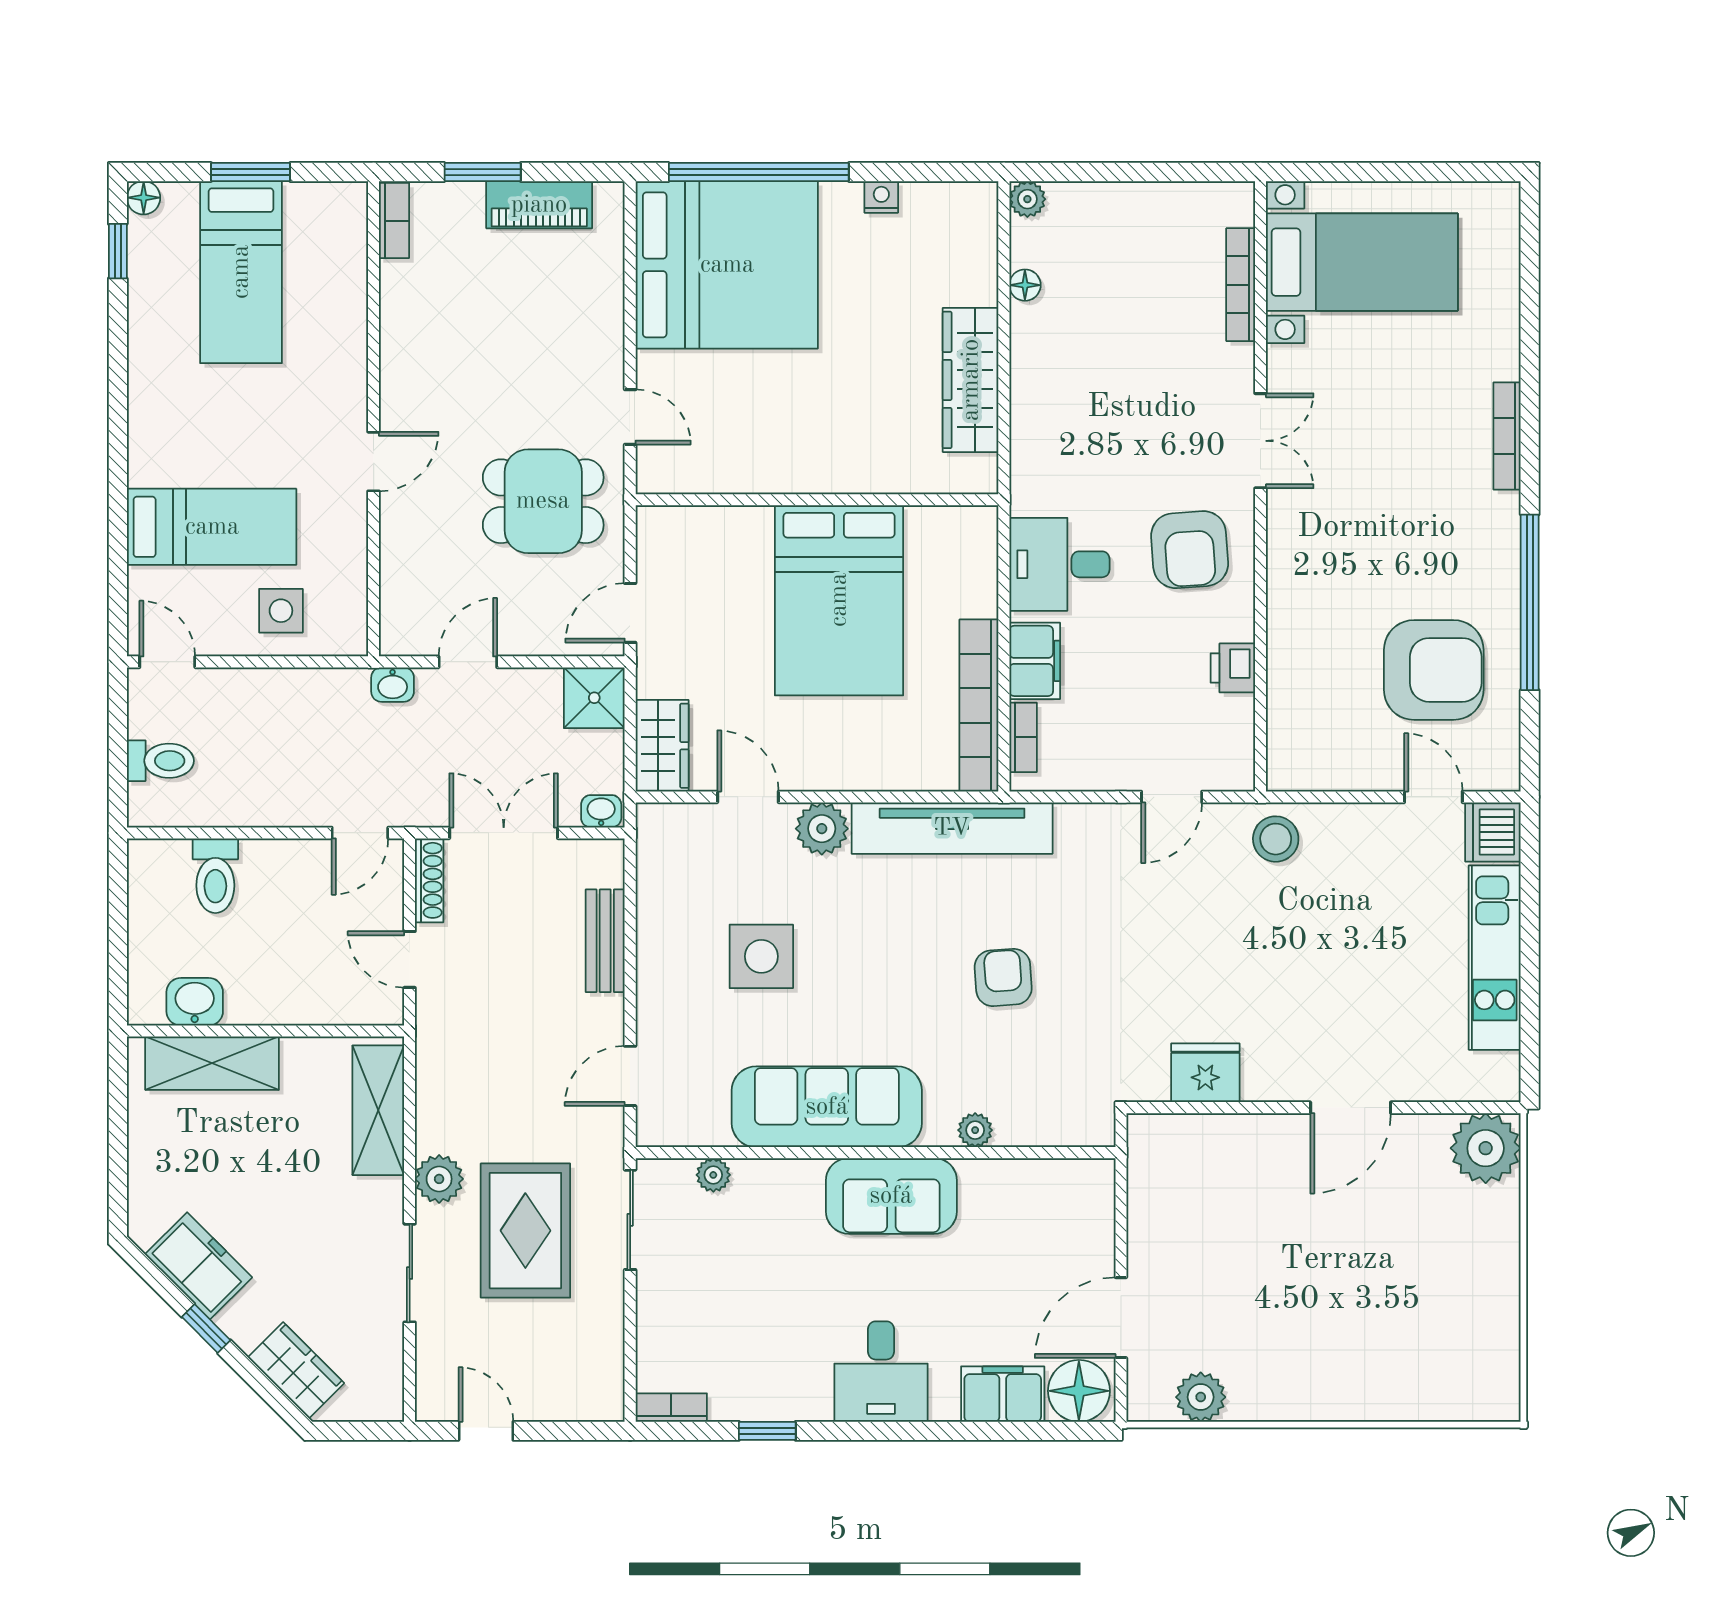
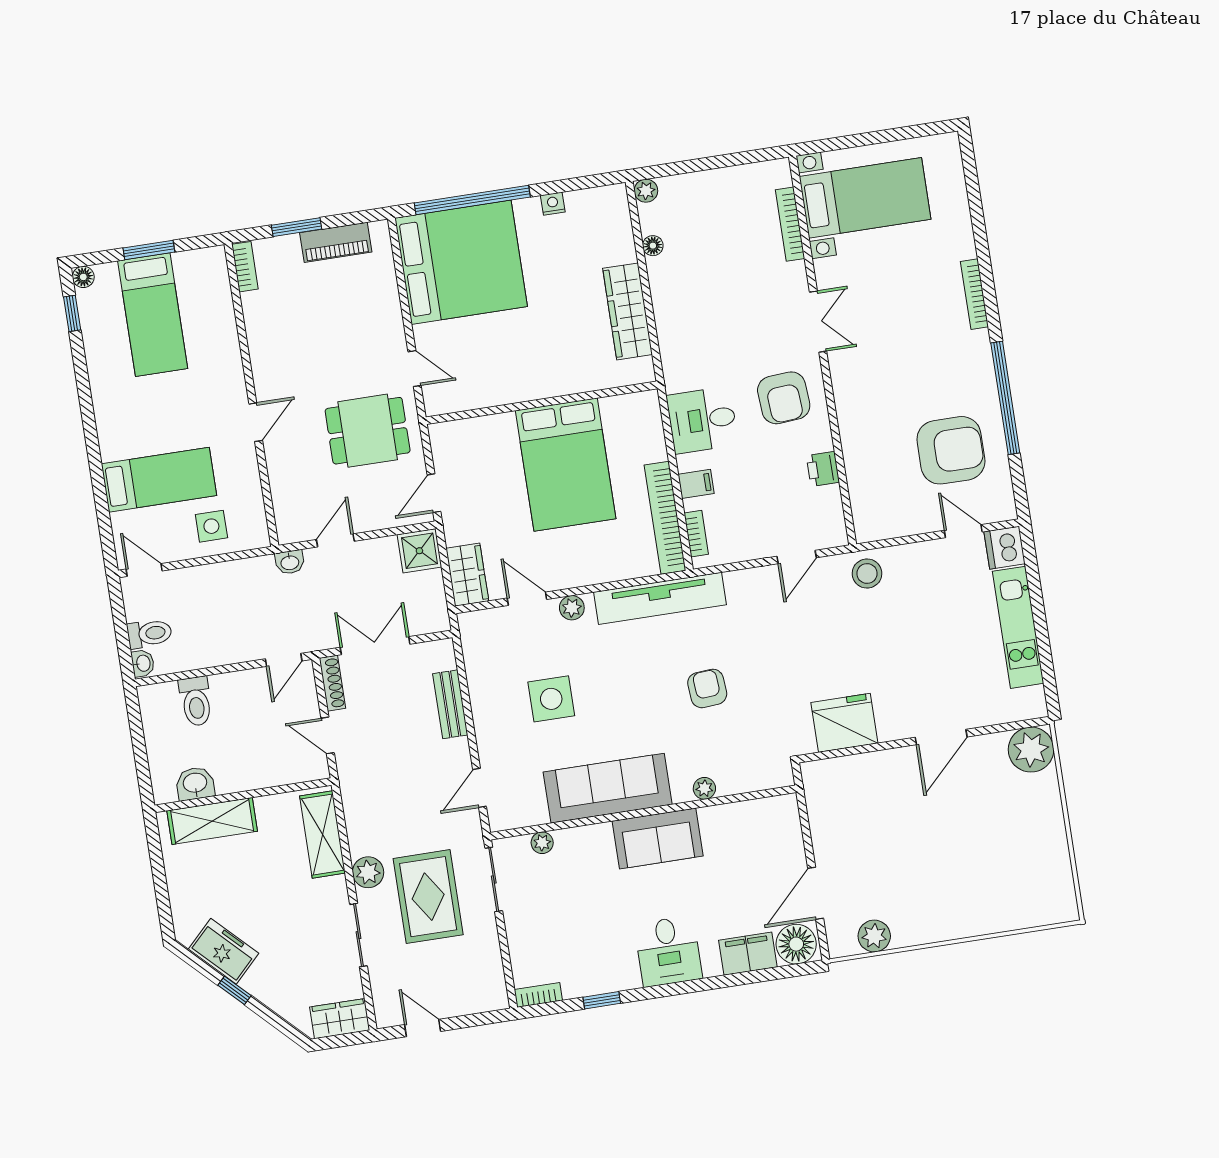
filing cabinet: (1035, 661) -> (696, 484), width x0.50
washbasin: (601, 811) -> (143, 663), moved, turned 90
plant: (822, 829) -> (572, 608), width x0.73, depth x0.73
fridge: (1205, 1073) -> (844, 723), width x1.36, depth x1.34
wardrobe: (296, 1370) -> (340, 1019), moved, turned -45

